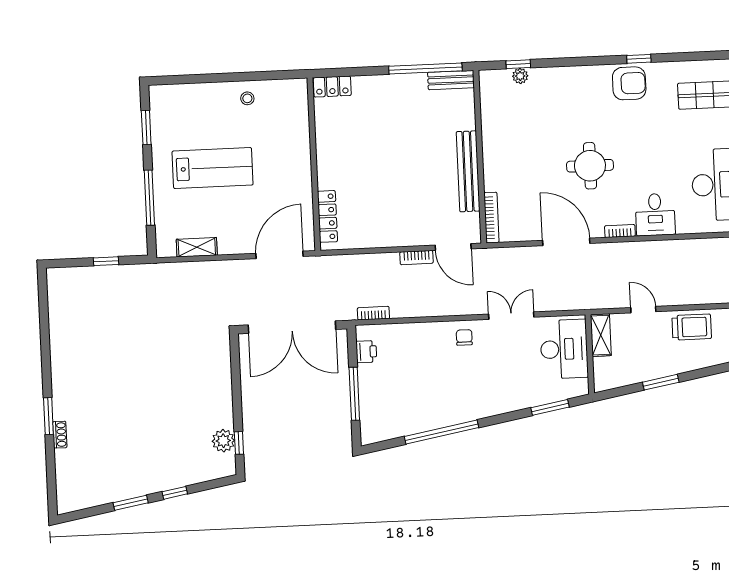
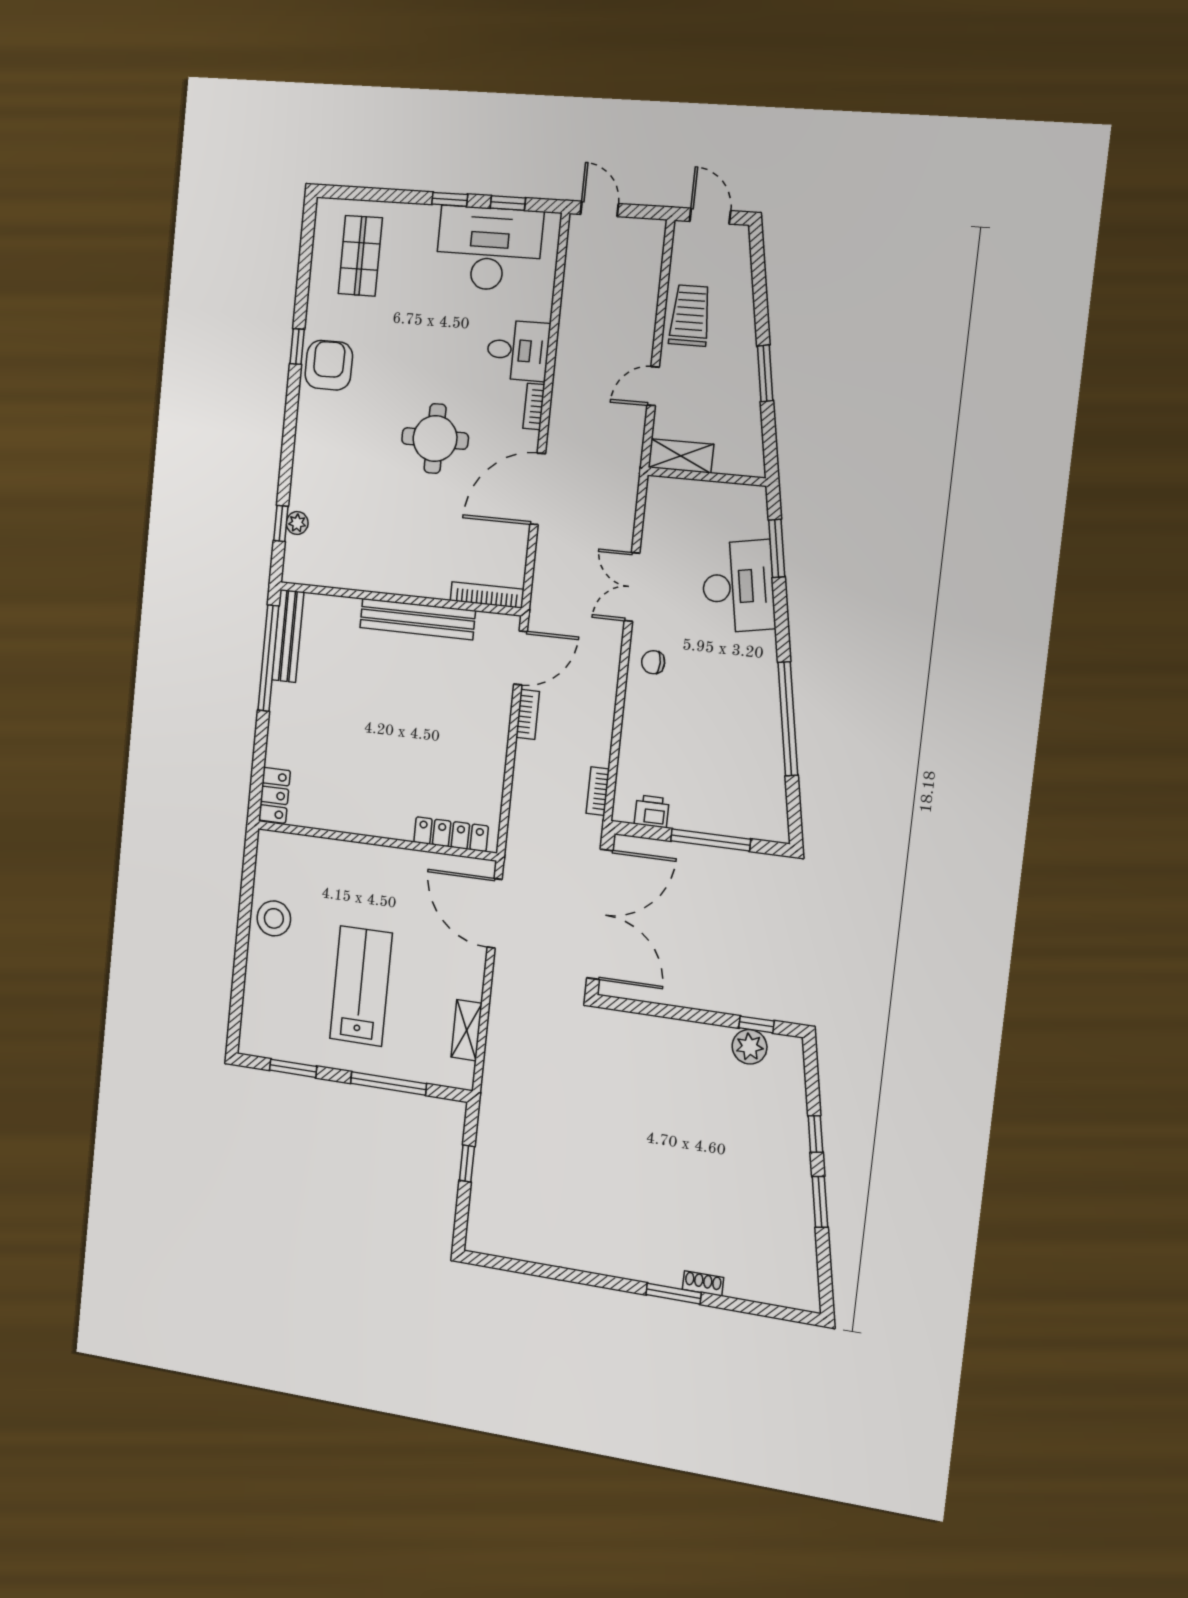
bench: (451, 80) -> (288, 636), width x1.36
stool: (247, 98) -> (274, 918), width x1.89, depth x1.89
desk: (564, 349) -> (738, 587), moved, turned 80

